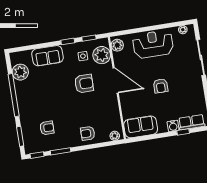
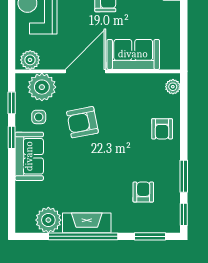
sofa: (47, 56) -> (29, 156), moved
armchair: (84, 84) -> (82, 122), turned -101
fireplace: (22, 96) -> (87, 223), added
sofa: (141, 127) -> (133, 54), moved, turned 90

